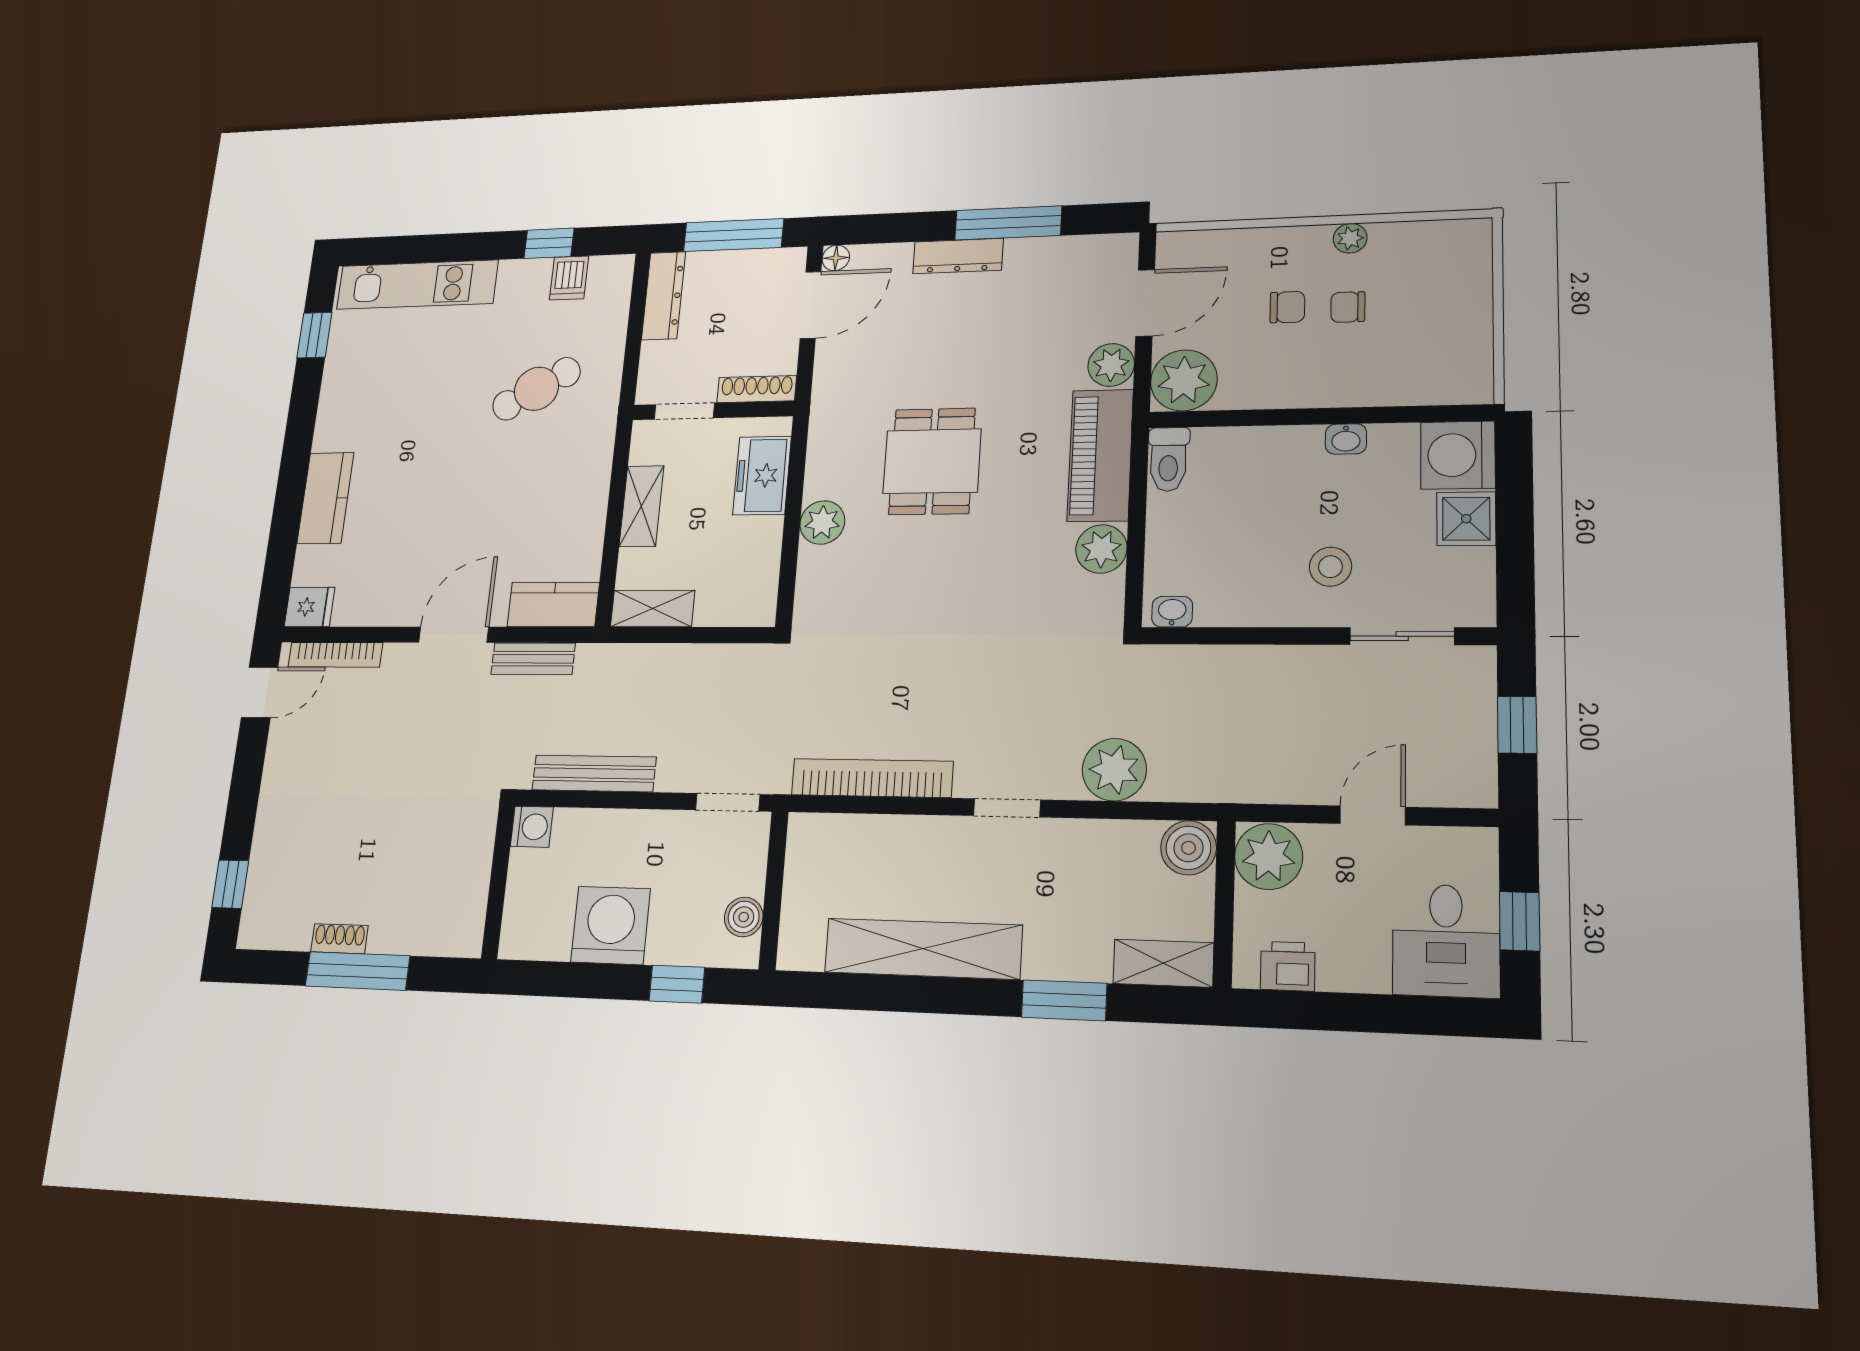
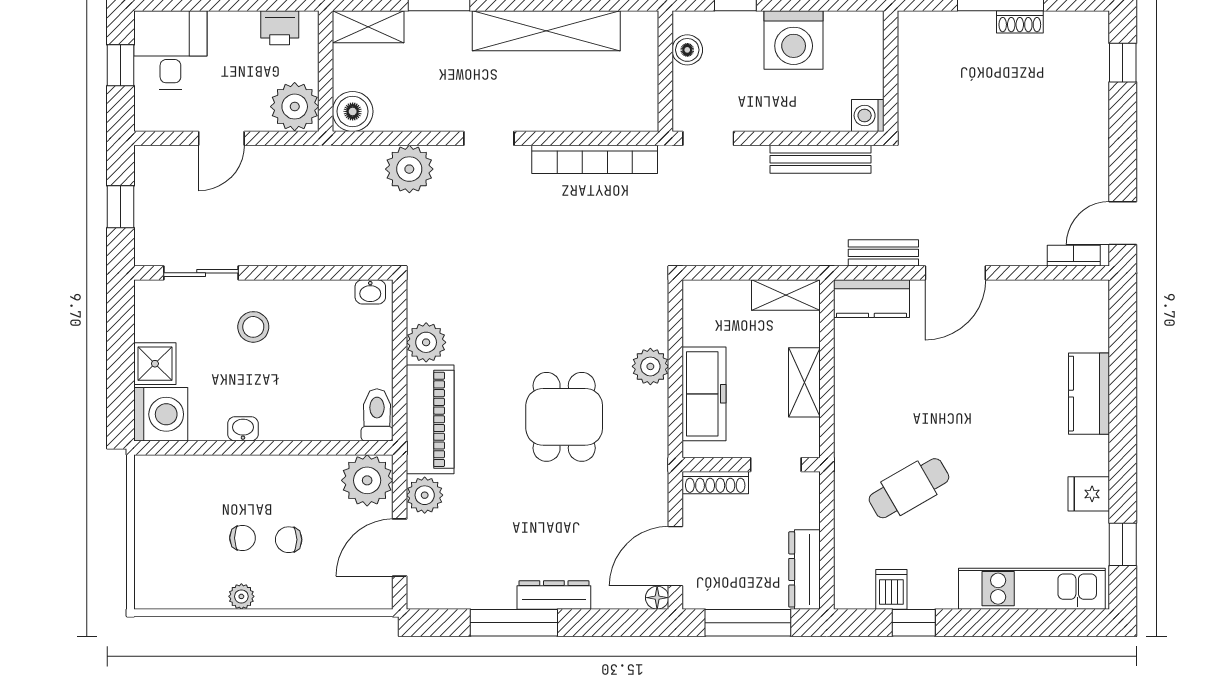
freezer: (762, 475) -> (704, 394), width x1.40
fridge: (310, 607) -> (1089, 494), moved
bookcase: (335, 655) -> (1074, 256), width x0.64

